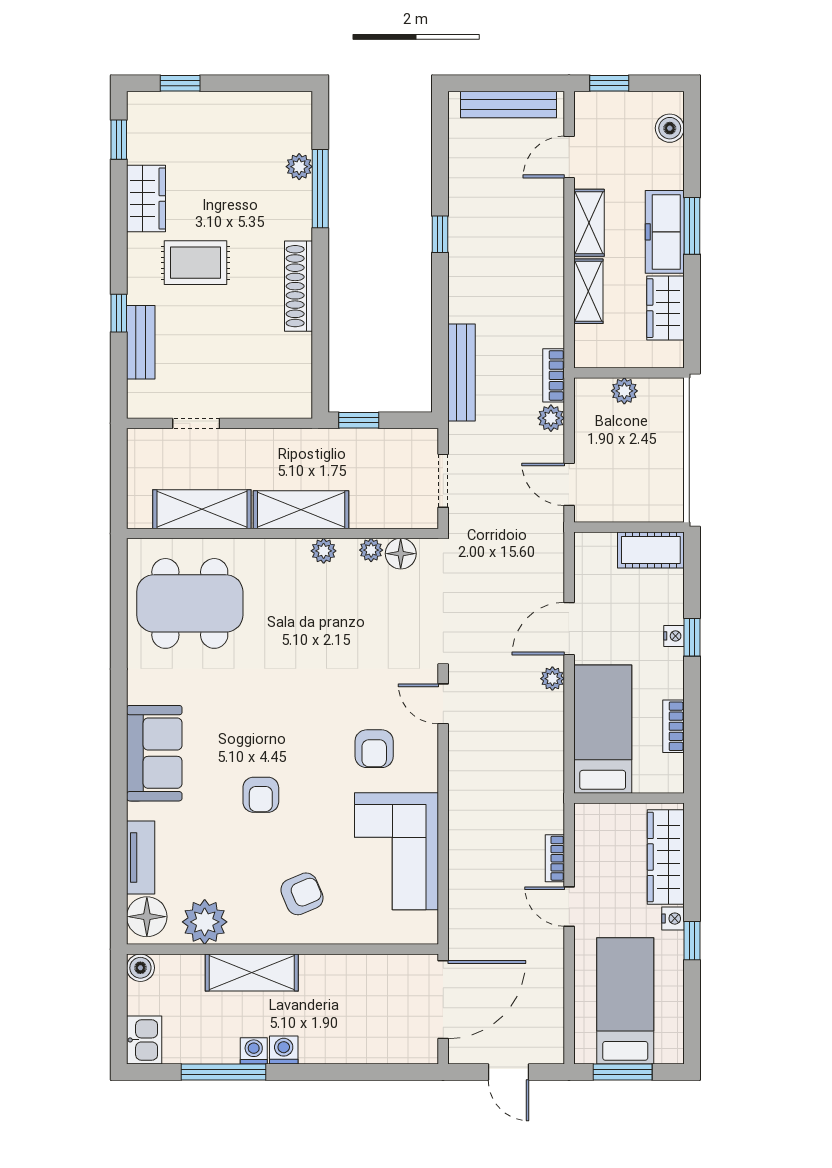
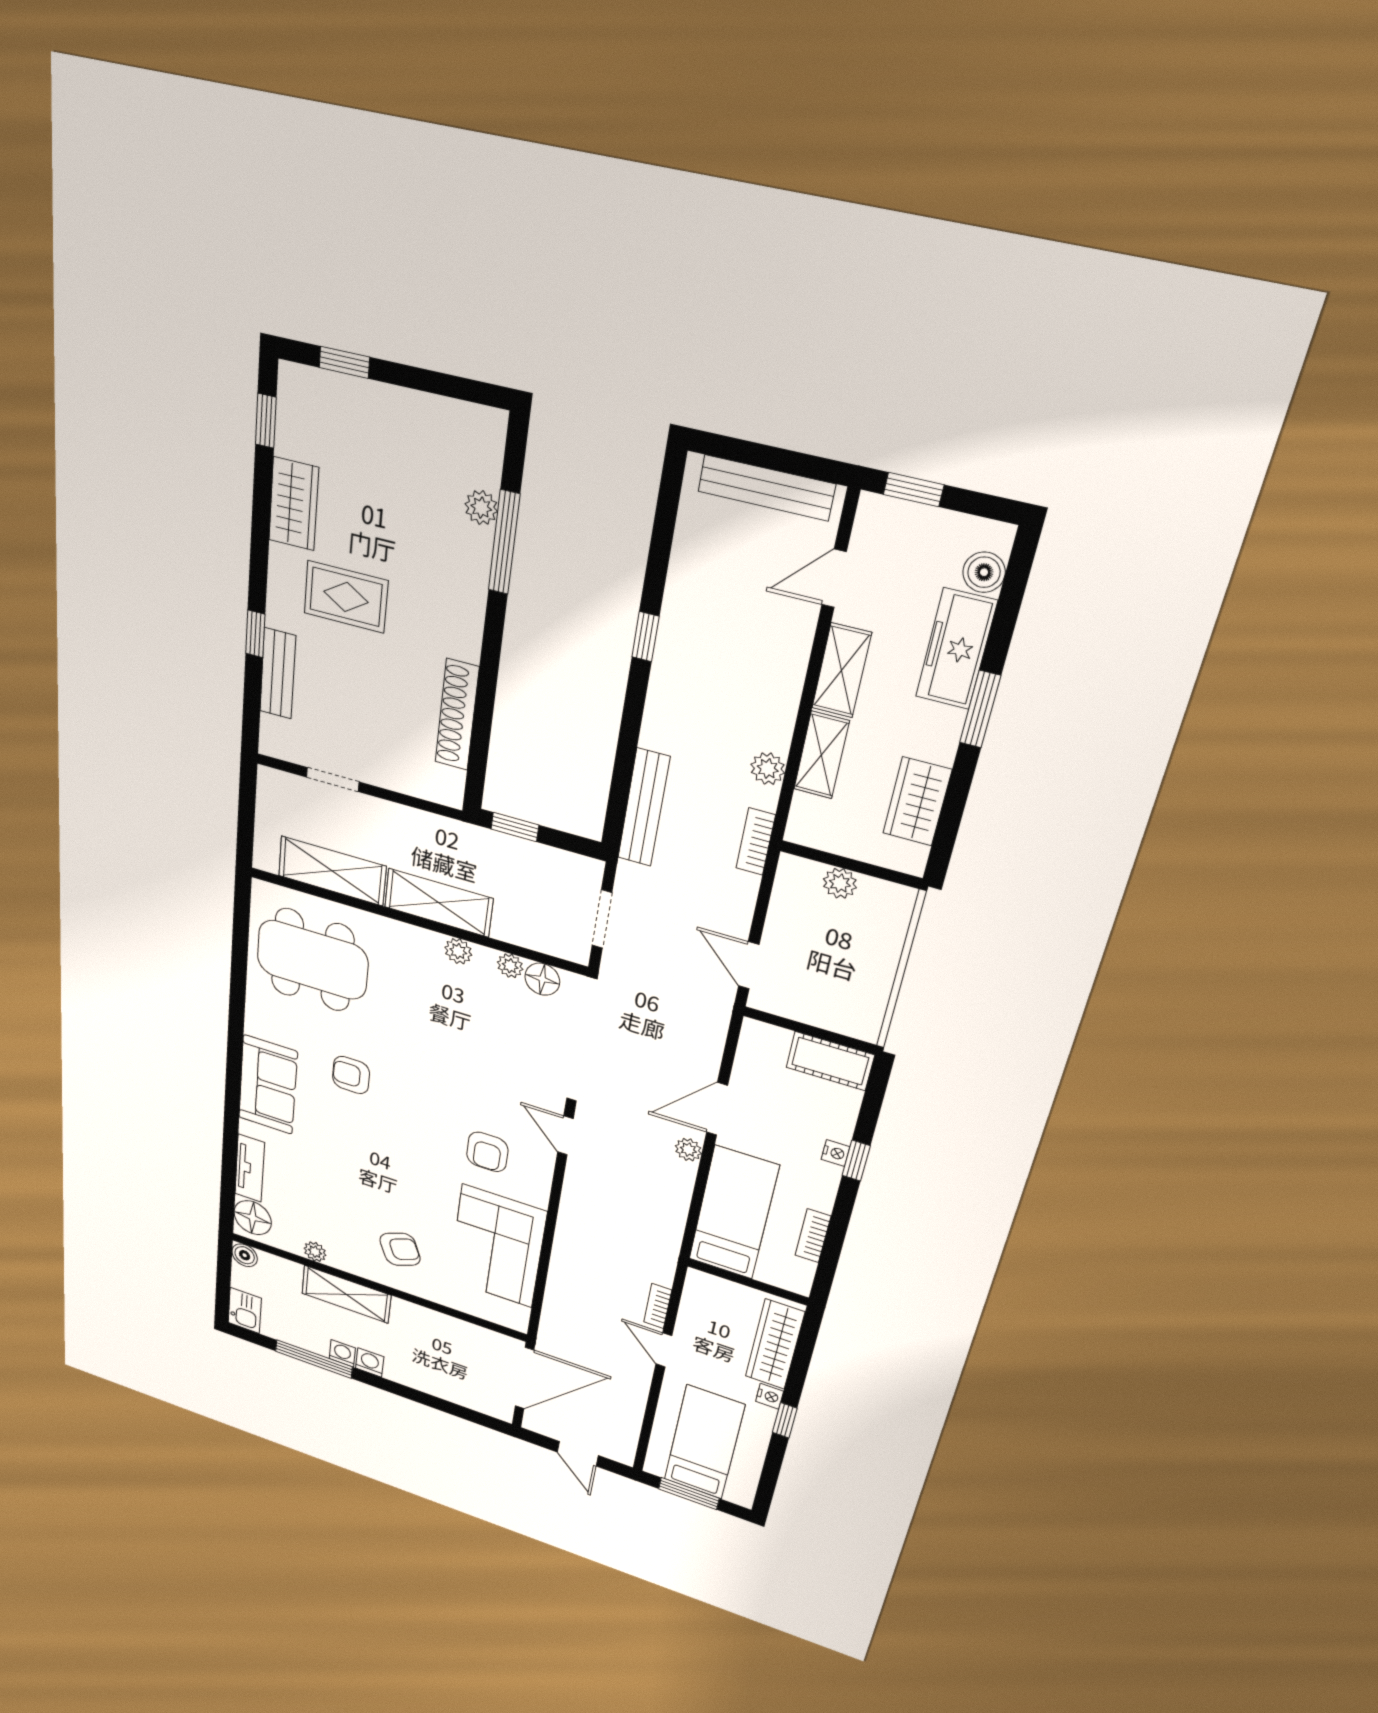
freezer: (665, 232) -> (956, 649), moved
shoe rack: (298, 286) -> (457, 715), moved
plant: (551, 418) -> (768, 769), moved
armchair: (261, 795) -> (351, 1075), moved, turned 90
plant: (205, 922) -> (315, 1252), width x0.53, depth x0.53

